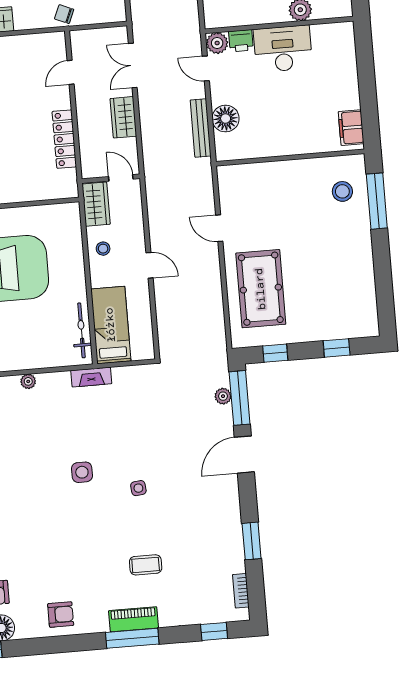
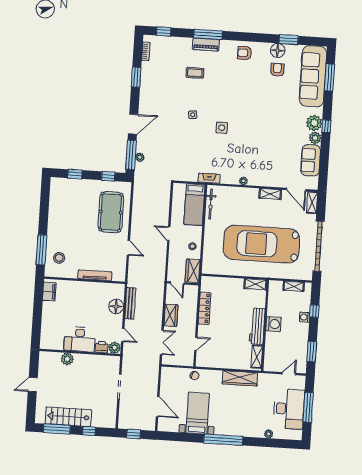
tv unit: (273, 169) -> (95, 275), added

